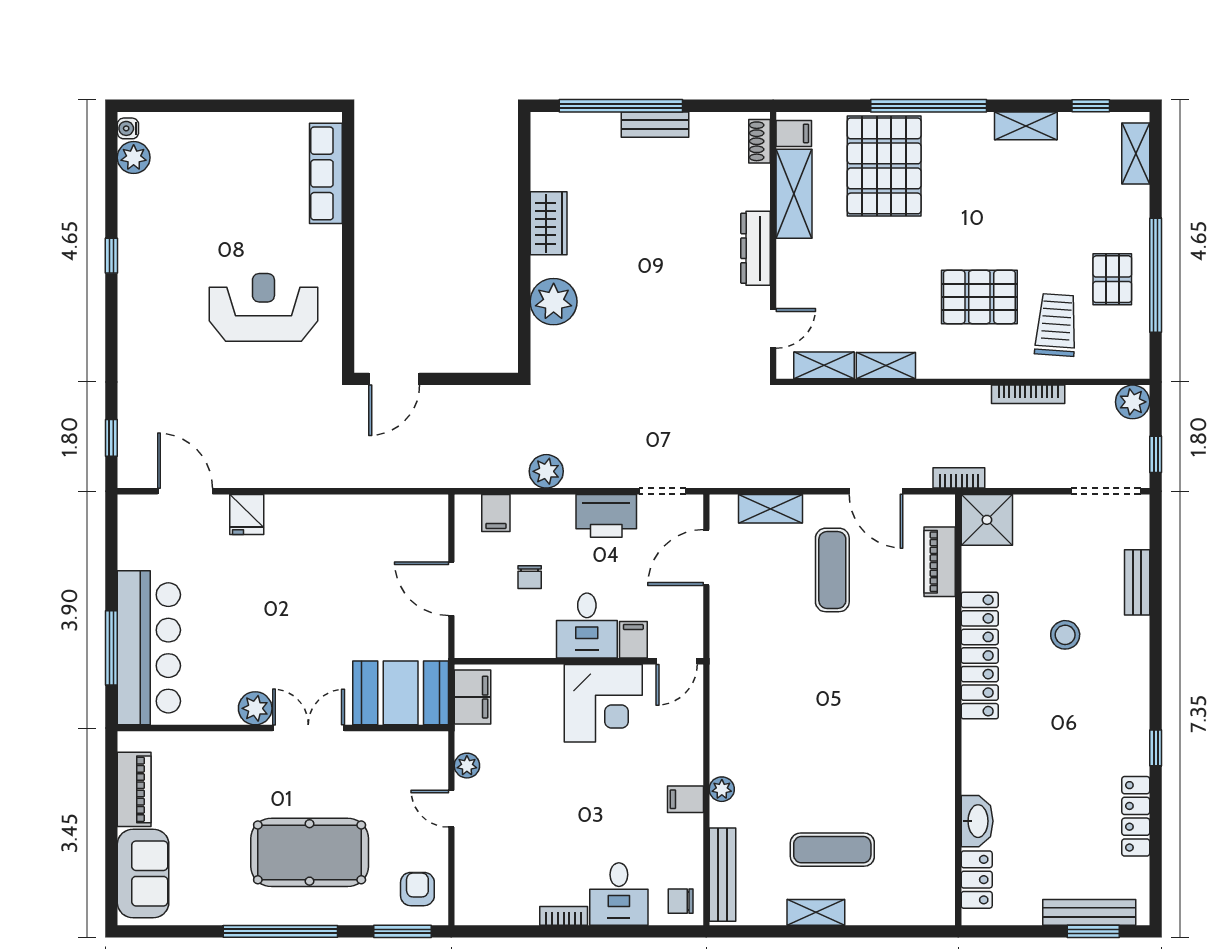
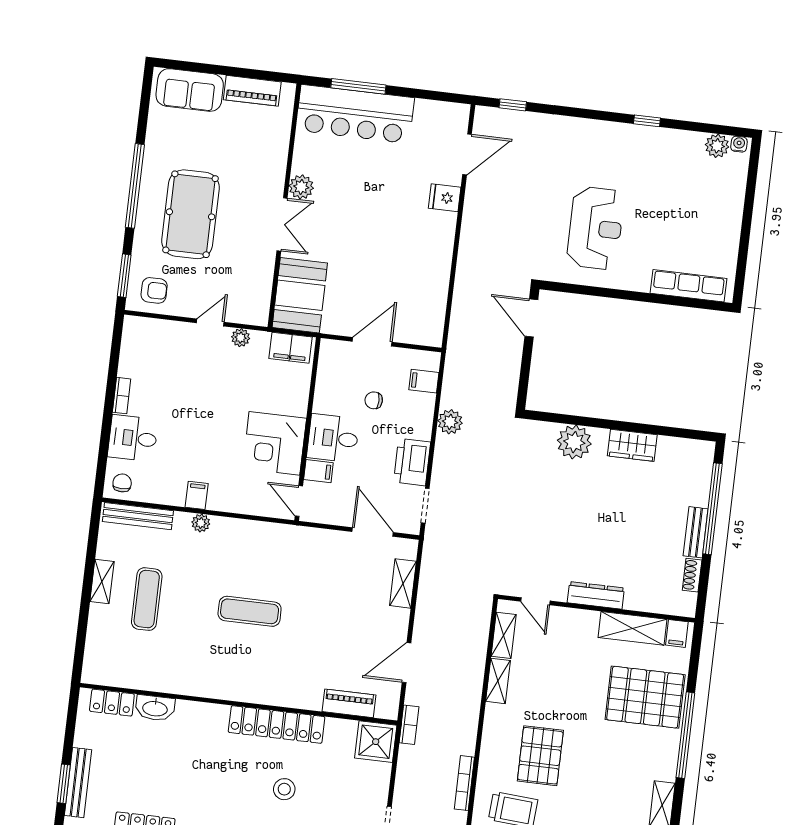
shoe rack: (759, 141) -> (692, 575), moved, turned -90
exercise mat: (832, 570) -> (250, 611), moved

